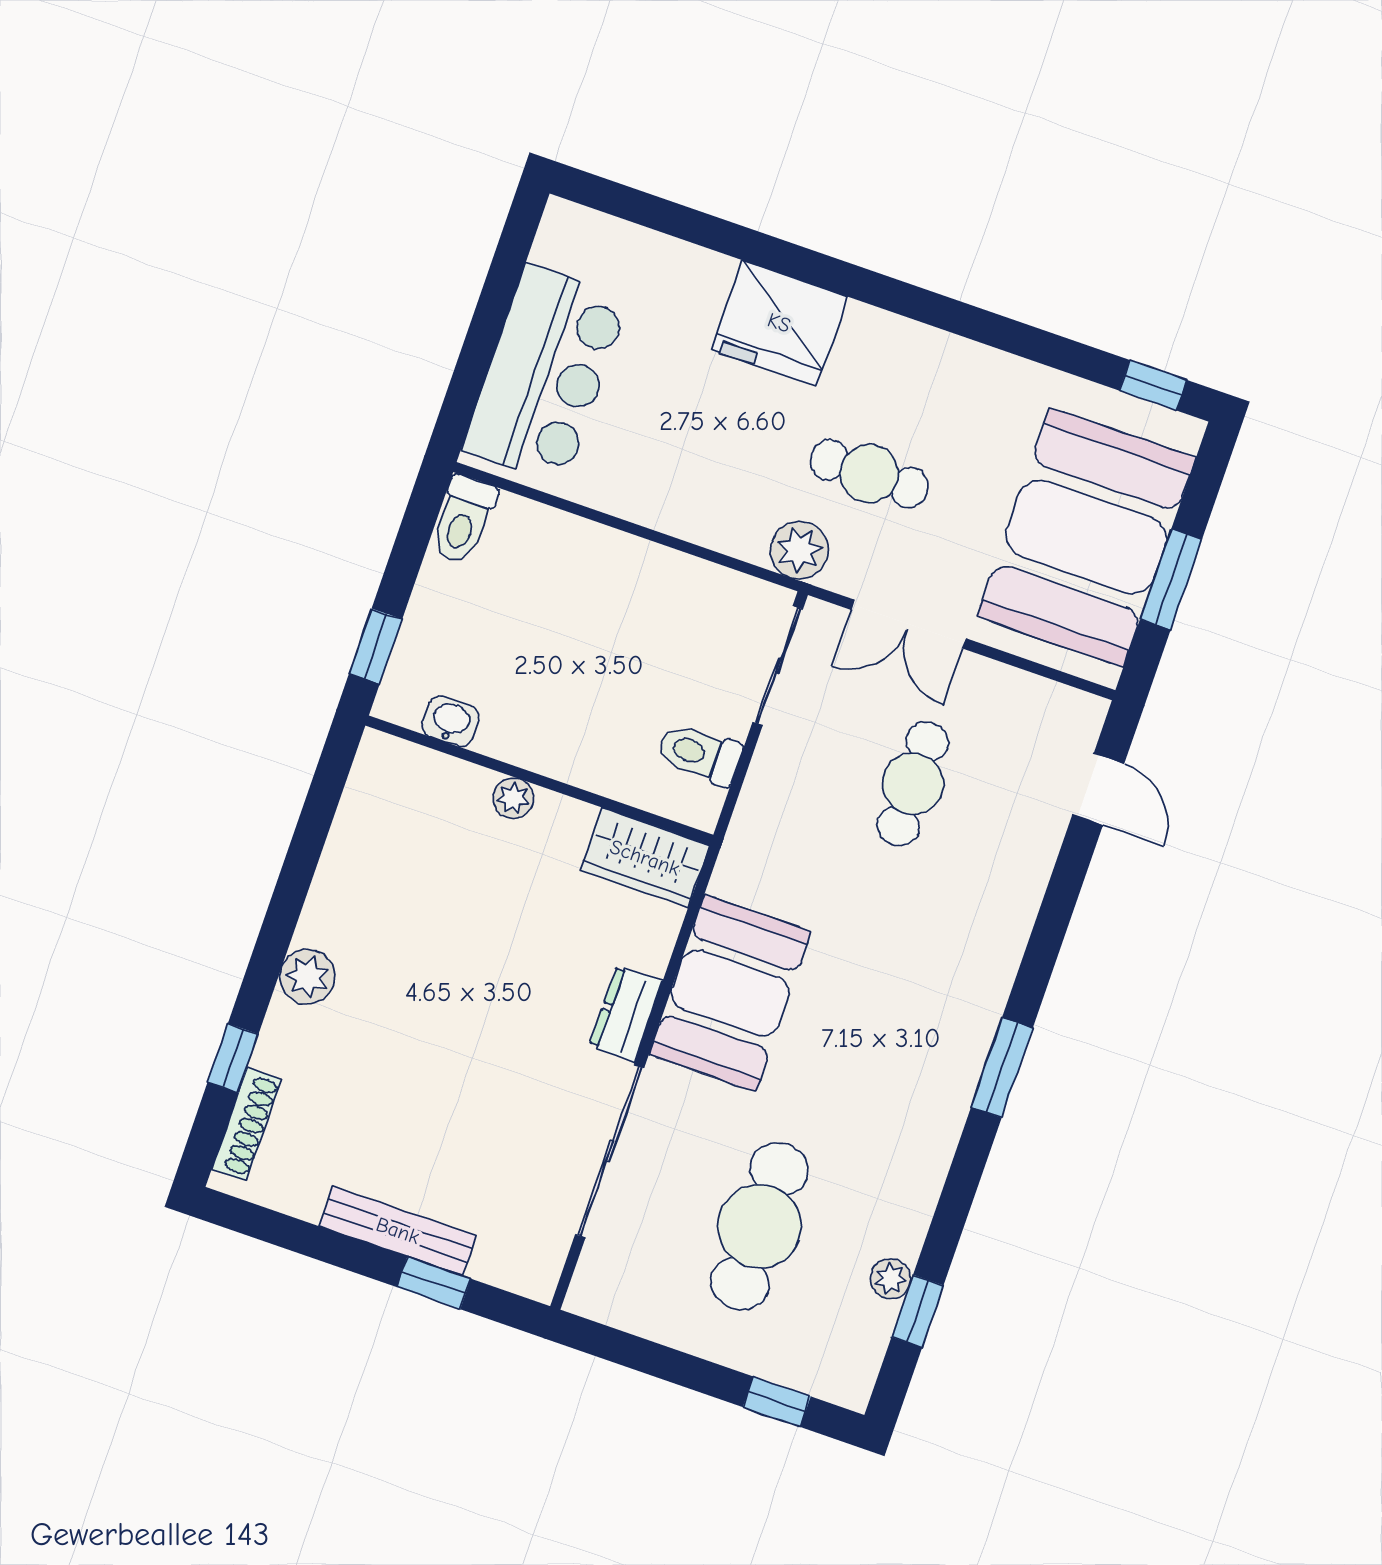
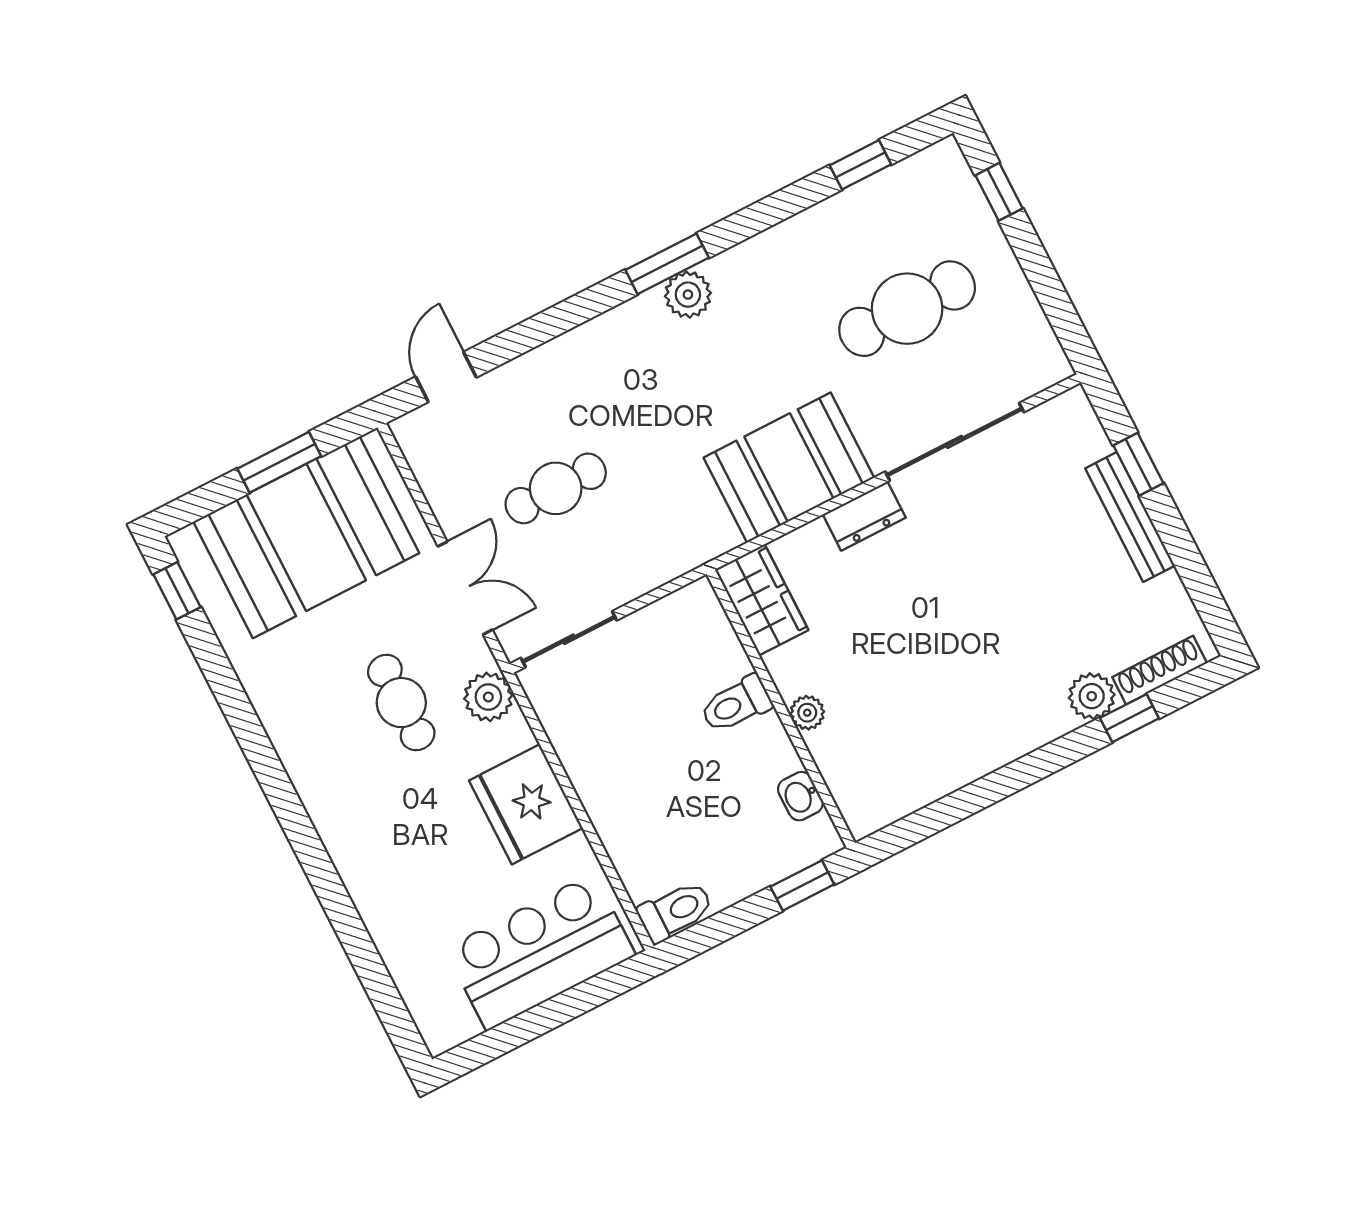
fridge: (779, 323) -> (526, 804), moved, turned 180
toilet: (700, 754) -> (736, 704), moved, turned 90
plant: (307, 977) -> (1092, 696), moved
plant: (890, 1279) -> (688, 295), moved, width x1.38, depth x1.38

